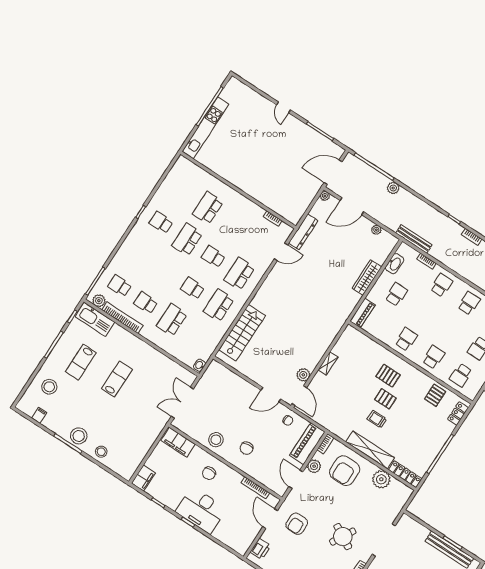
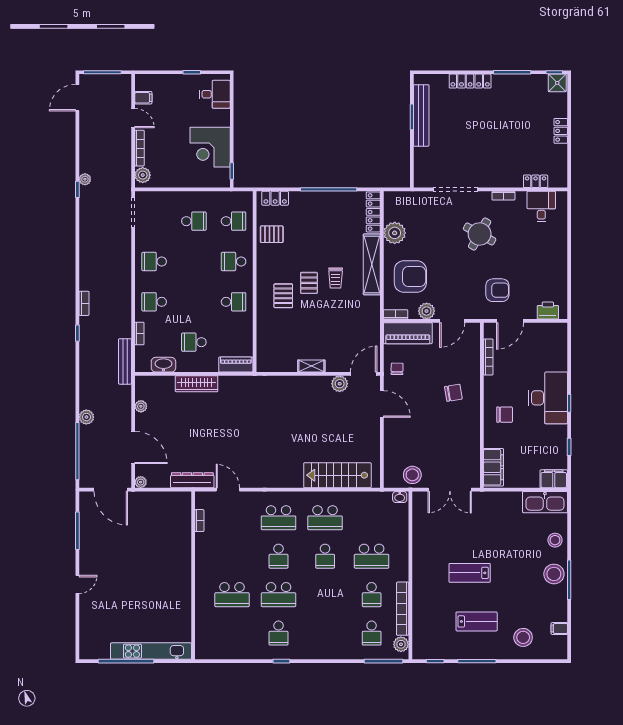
kitchen sink: (95, 319) -> (545, 502), moved, turned 90
school desk: (406, 339) -> (234, 302), turned 180
stool: (216, 440) -> (412, 475), moved

